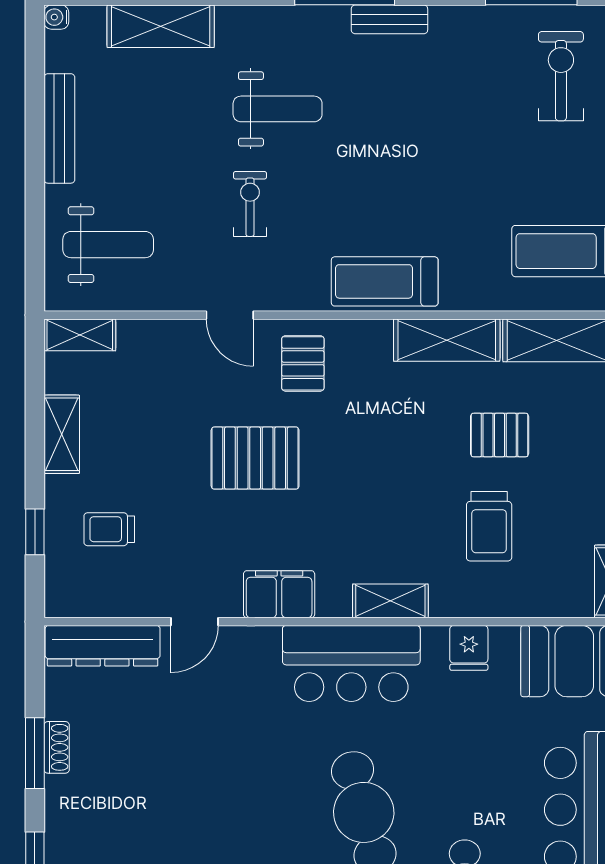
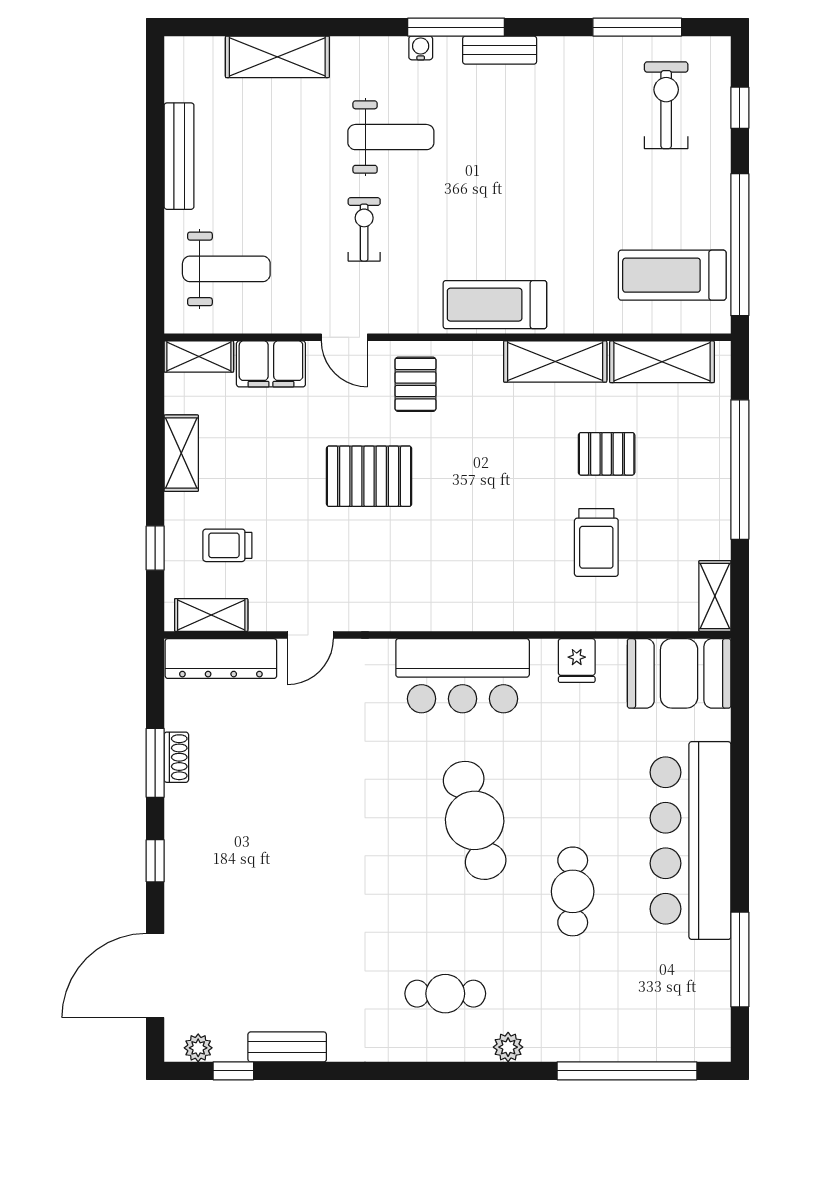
water cooler: (56, 17) -> (421, 48), moved, turned 90
filing cabinet: (279, 594) -> (271, 364), moved, turned 180
shelving: (390, 601) -> (211, 615), moved

